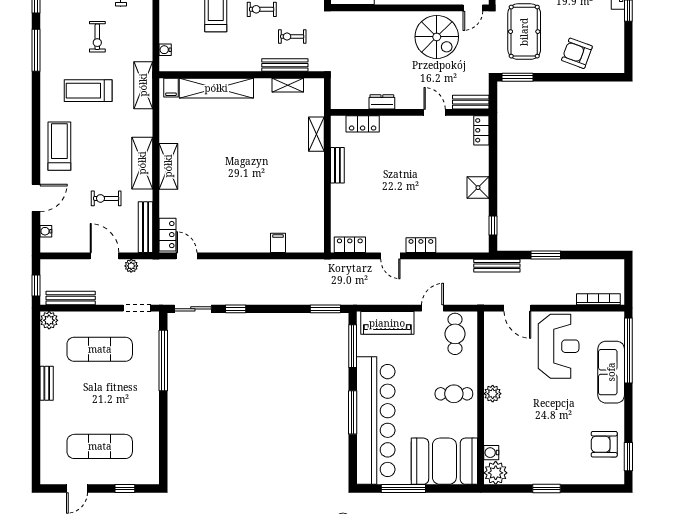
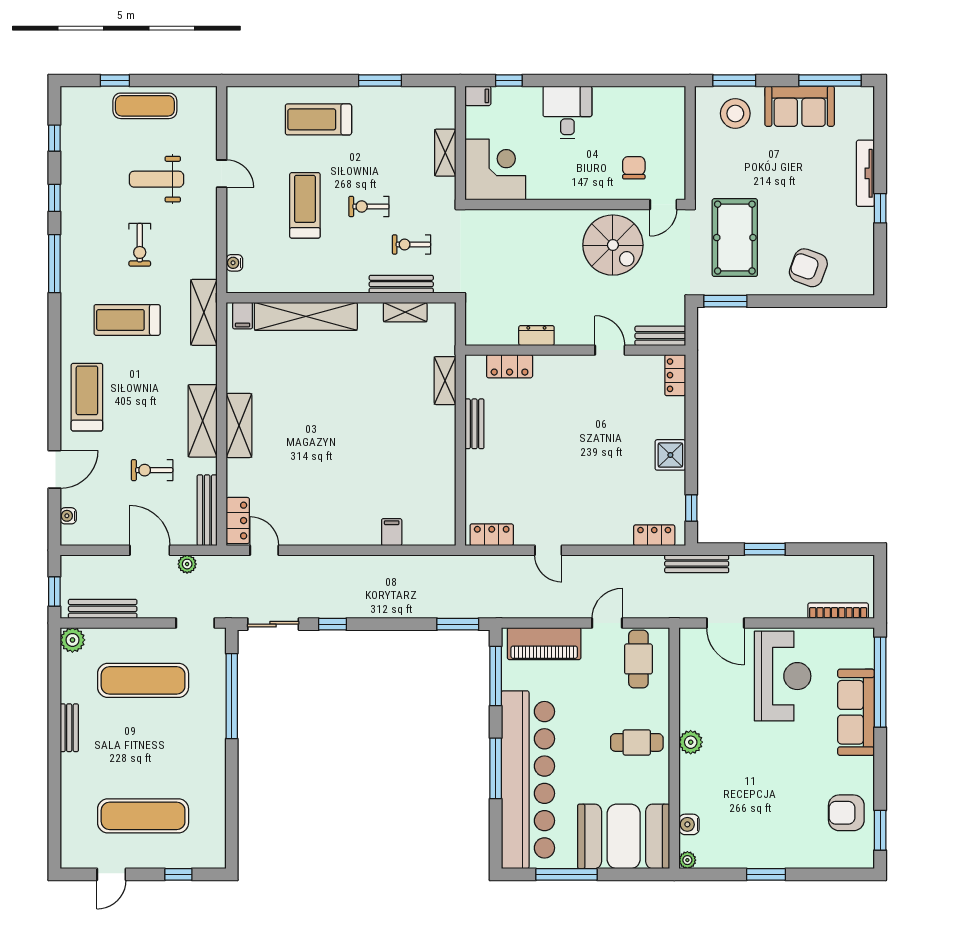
locker: (421, 245) -> (654, 535), moved
plant: (496, 473) -> (687, 860), width x0.53, depth x0.53

